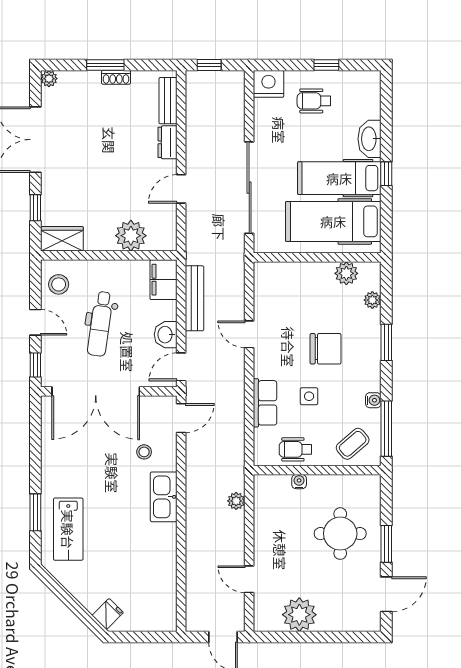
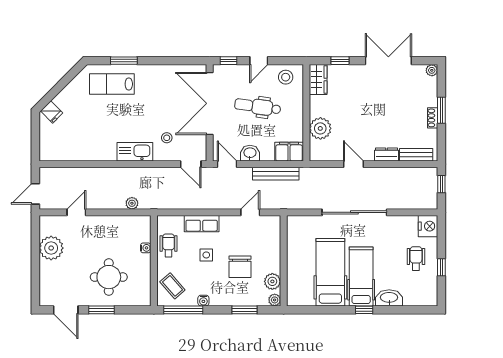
wall: (317, 257) -> (284, 261), moved
plant: (346, 273) -> (272, 281), moved

